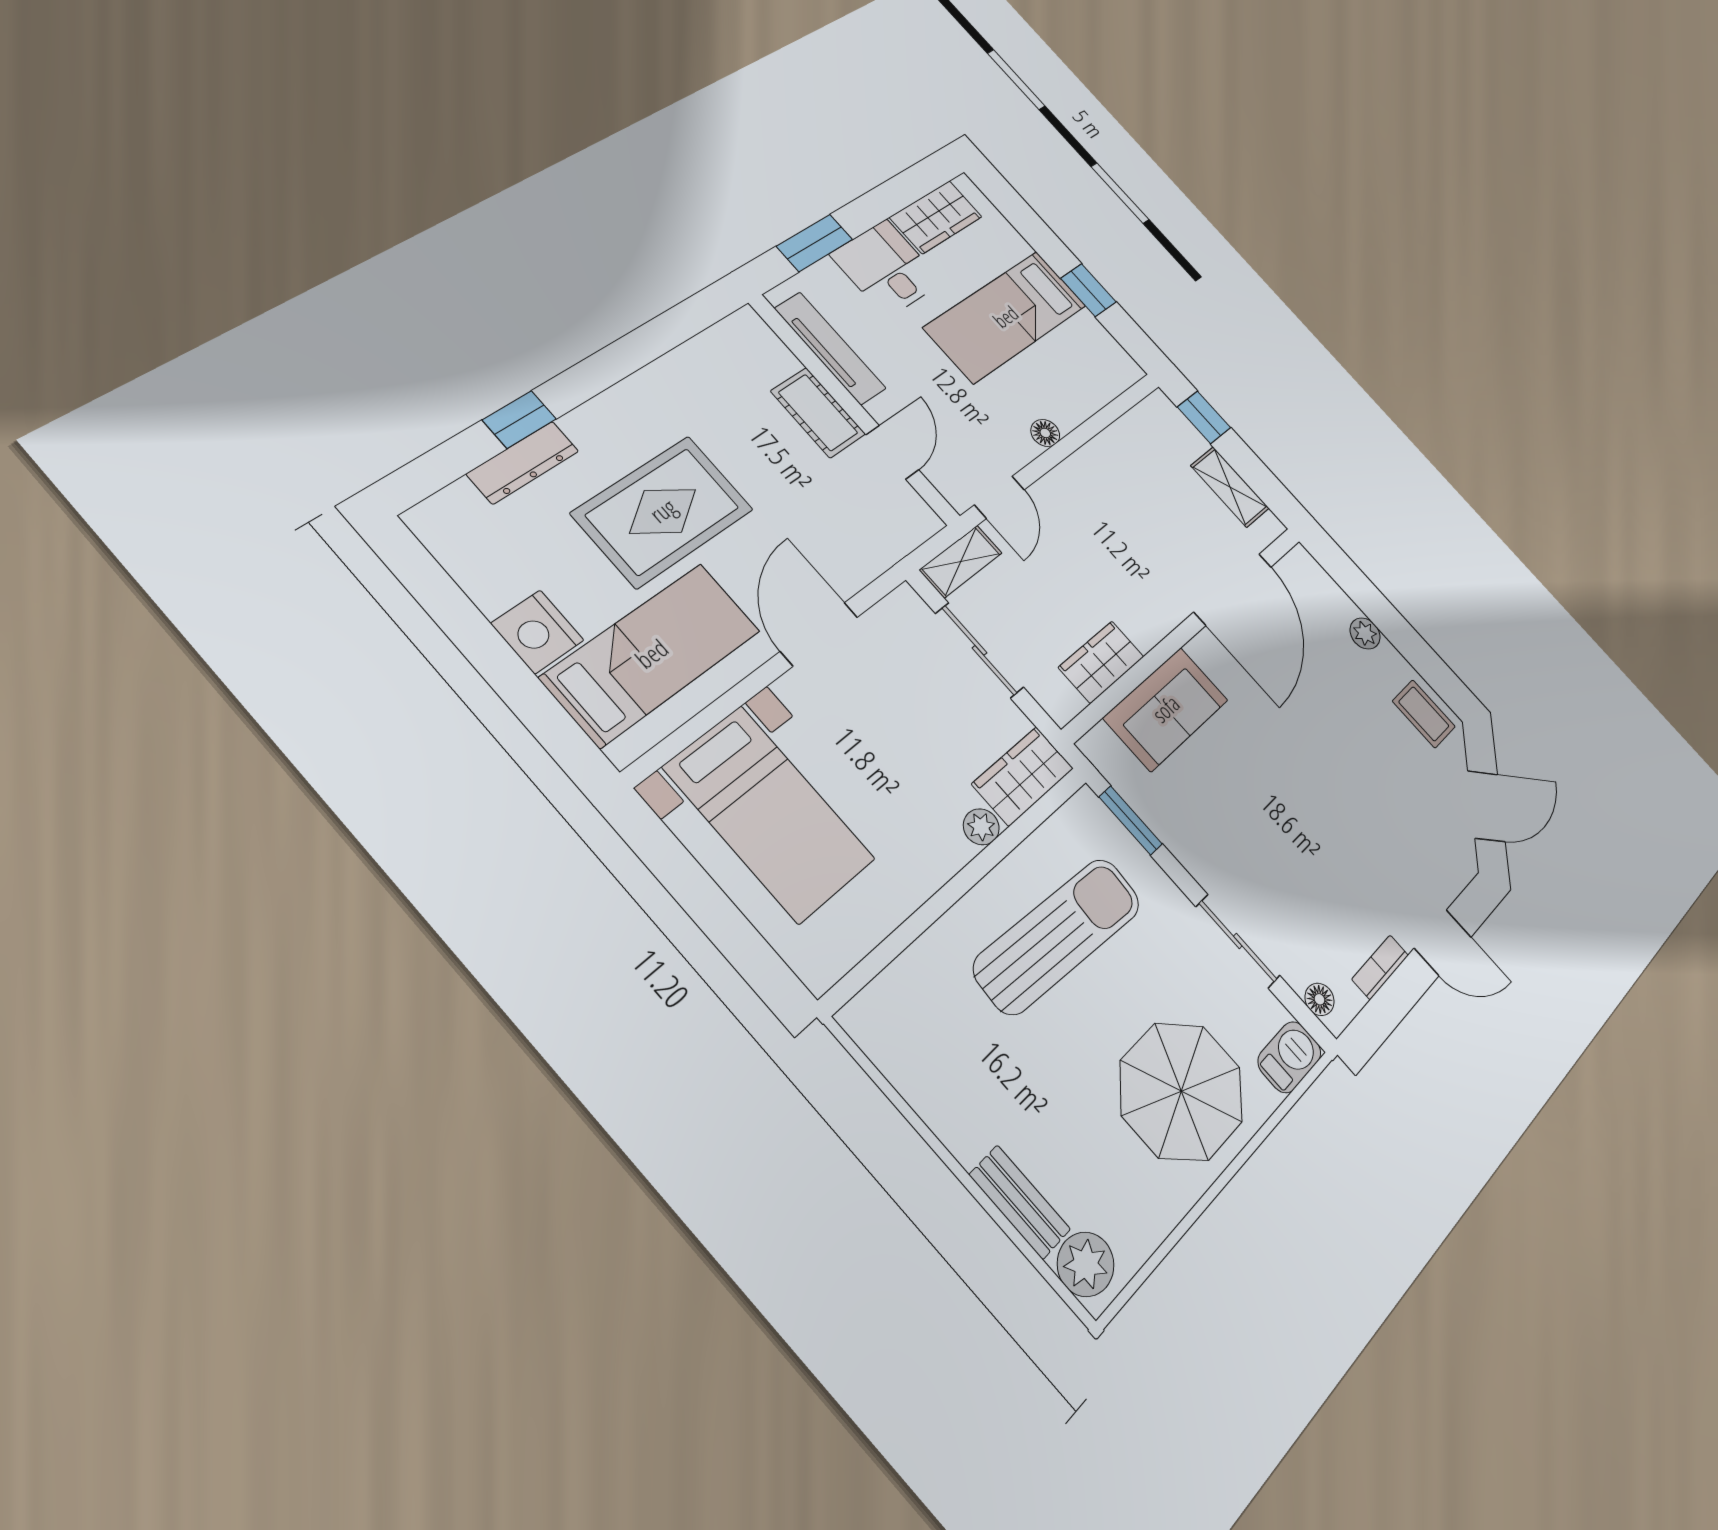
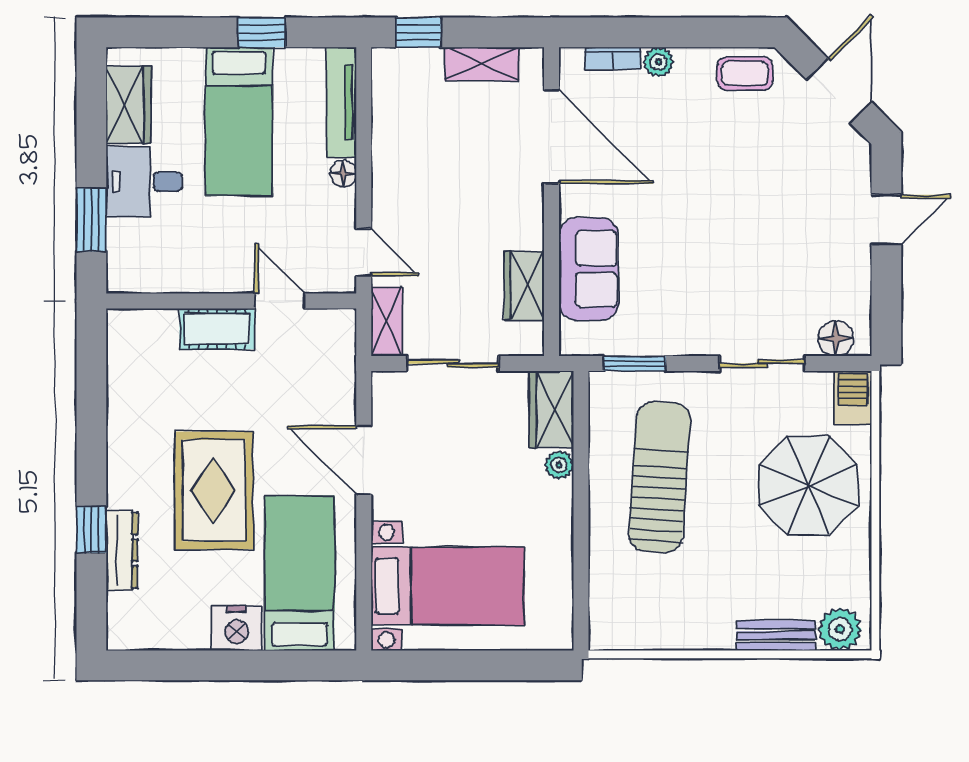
tv unit: (830, 348) -> (341, 102), moved, turned -90
bookcase: (1380, 967) -> (613, 58), moved, turned -90
floor lamp: (1320, 999) -> (836, 339), width x1.37, depth x1.37

